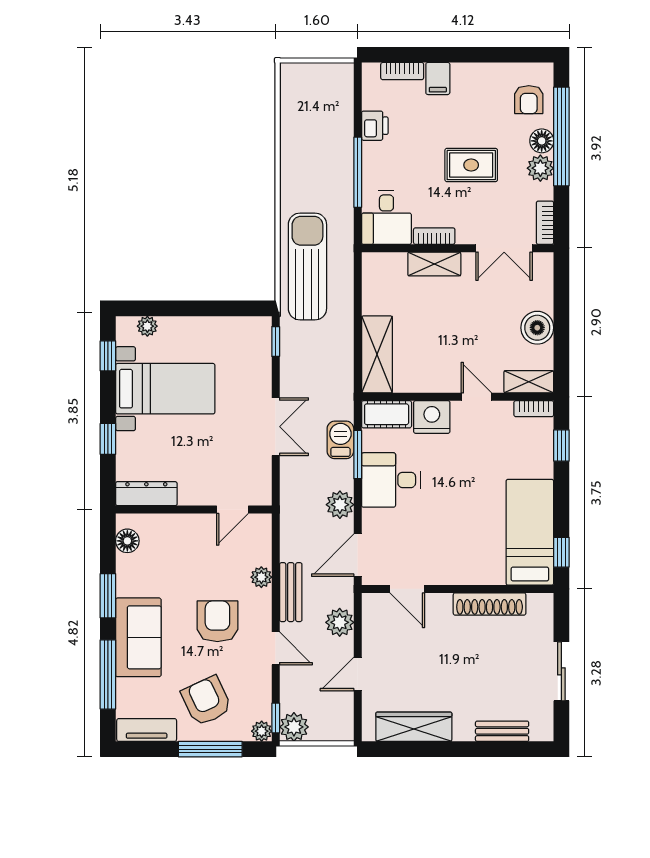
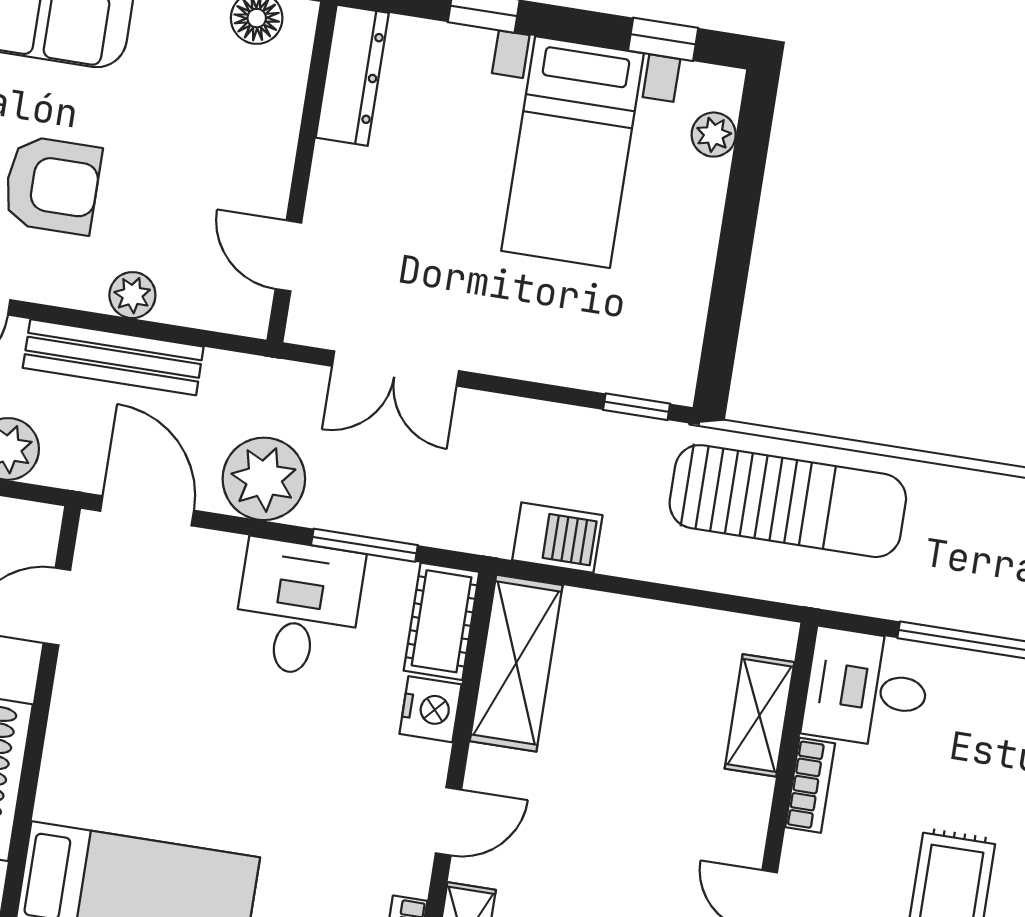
shelving: (434, 264) -> (759, 715), moved
shelving: (377, 354) -> (516, 663), moved, turned 90
nightstand: (432, 417) -> (430, 709), width x0.74, depth x0.75
double door: (276, 427) -> (395, 369), moved
barbecue: (340, 440) -> (557, 538), moved
plant: (340, 505) -> (264, 479), width x1.36, depth x1.36
bench: (291, 592) -> (113, 357), width x1.36

